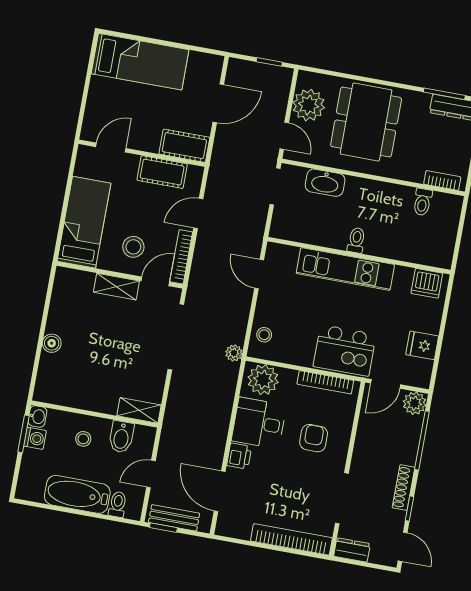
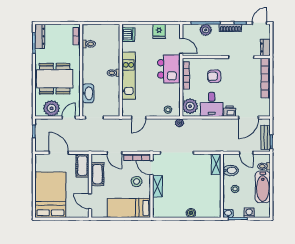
bed: (140, 62) -> (50, 195), width x1.50
plant: (415, 403) -> (206, 30), moved
washing machine: (35, 438) -> (249, 213), moved

